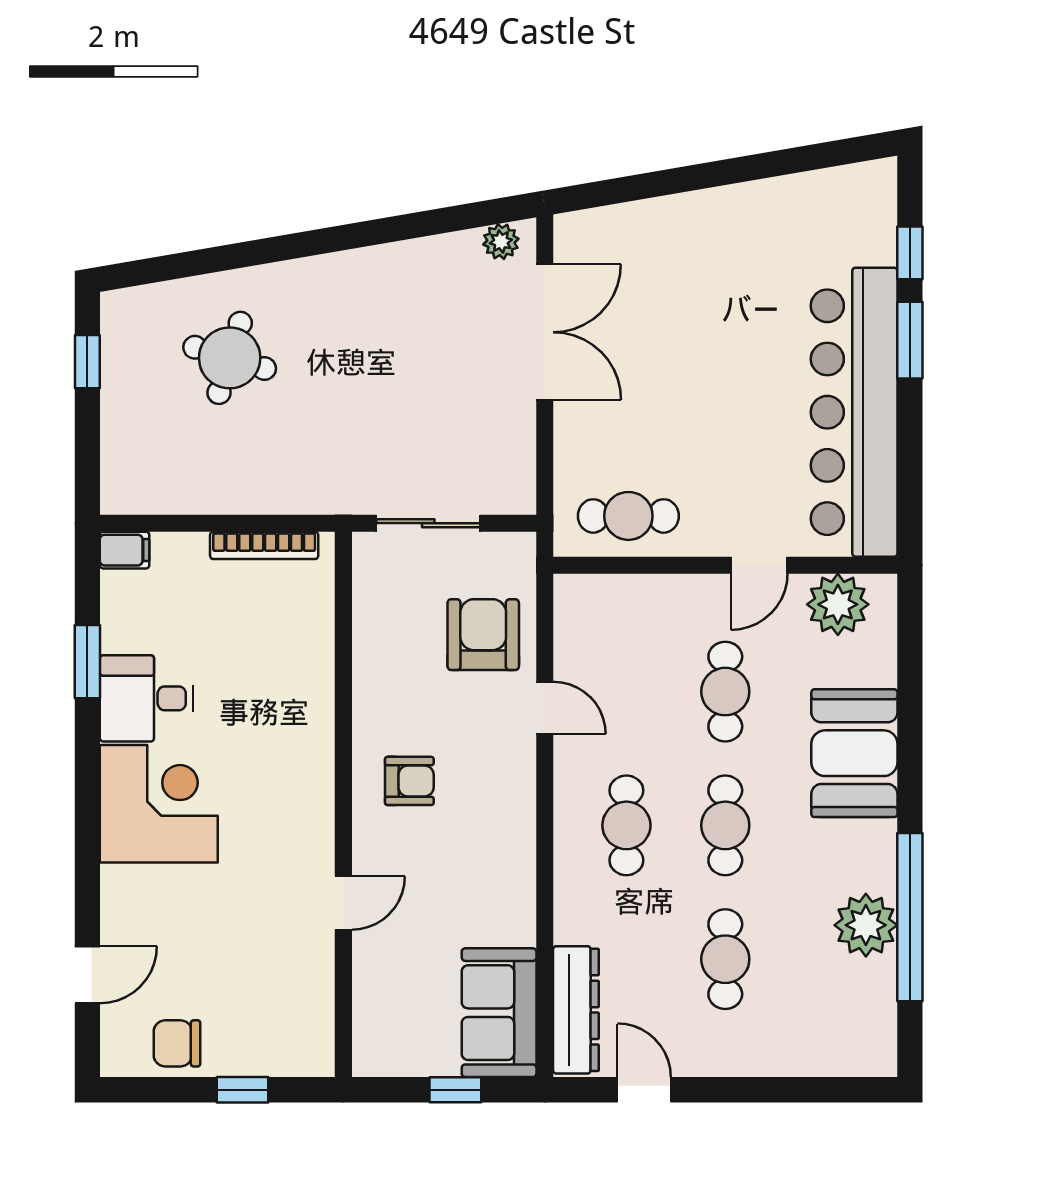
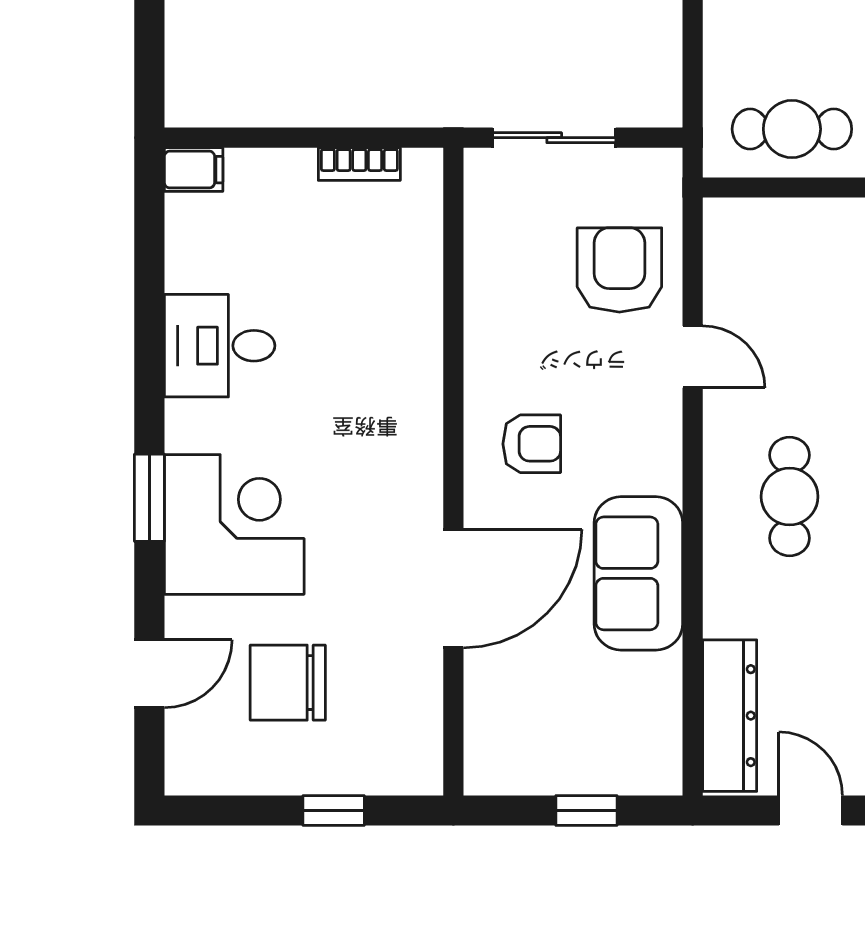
bookcase: (264, 545) -> (359, 164), width x0.64
window: (87, 662) -> (149, 498), moved
corner desk: (159, 804) -> (234, 524), moved
door: (343, 903) -> (453, 589), width x1.88
sofa: (499, 1013) -> (638, 573), moved
chair: (177, 1043) -> (288, 683), moved, width x1.37, depth x1.37

